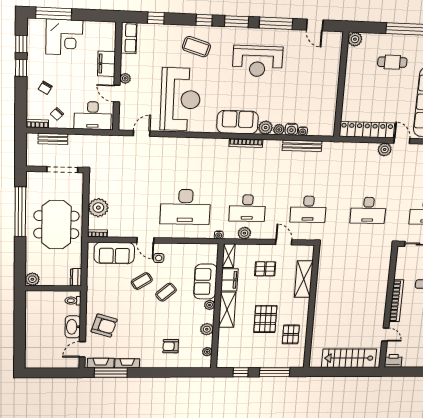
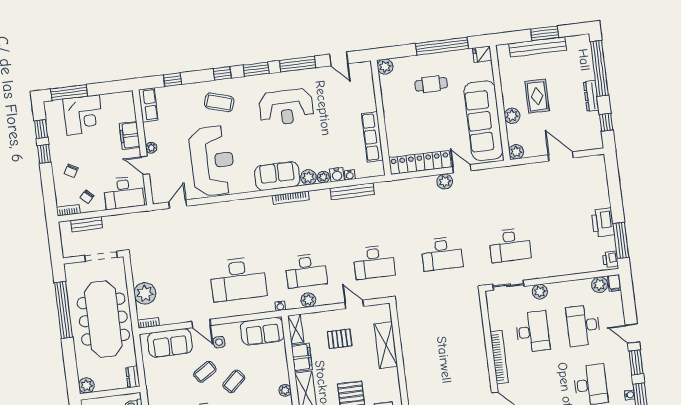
row of seats: (330, 101) -> (372, 137), added
meeting table: (56, 225) -> (103, 319), width x1.36
sofa: (205, 282) -> (262, 331), moved, turned -90

